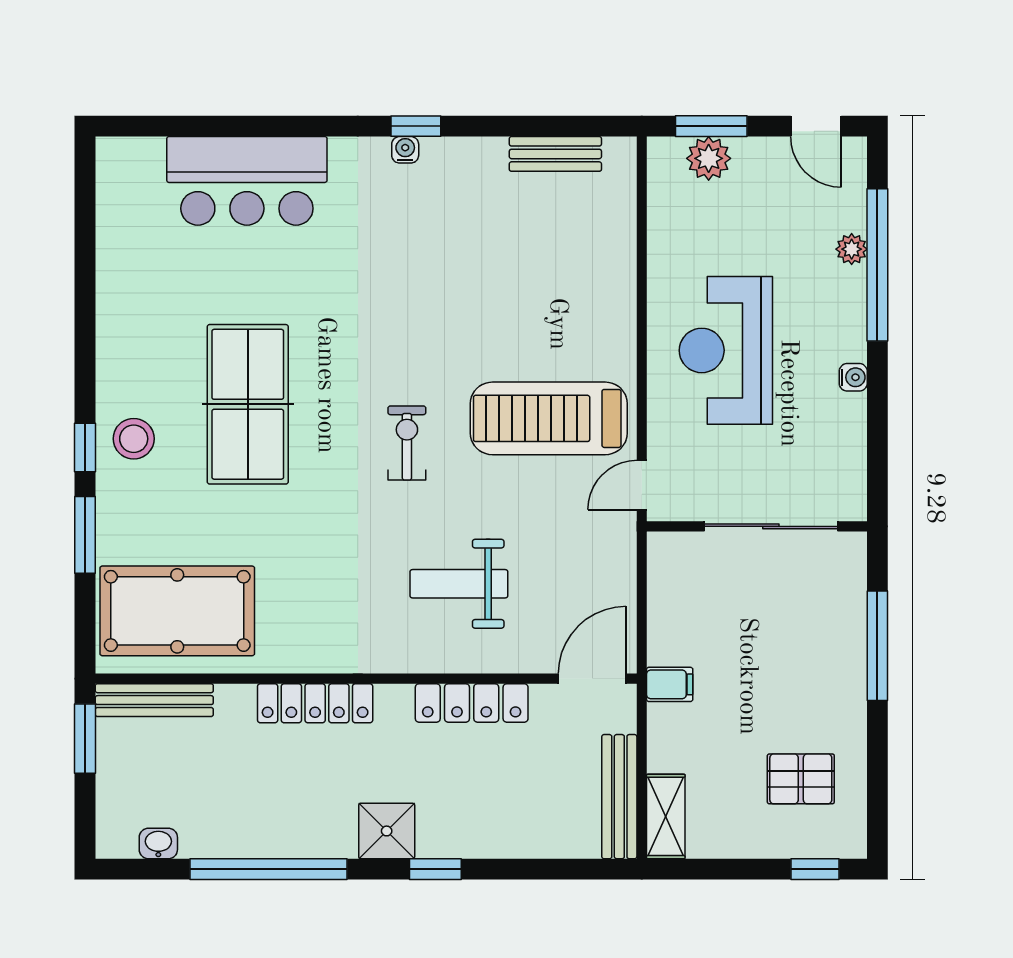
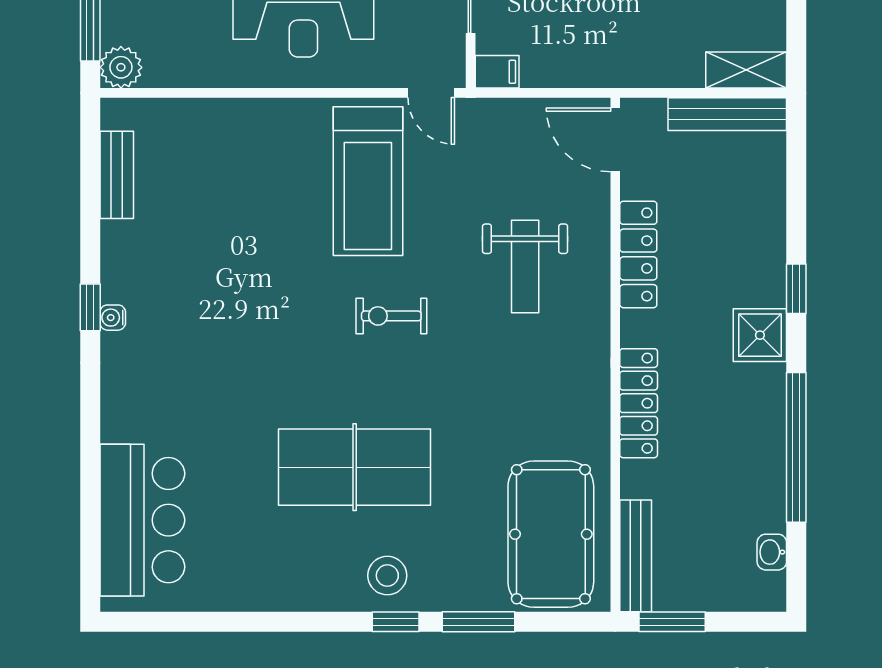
plant: (709, 158) -> (121, 67), moved
bar counter: (247, 181) -> (142, 520), moved
filing cabinet: (670, 684) -> (497, 72), moved, turned 90

